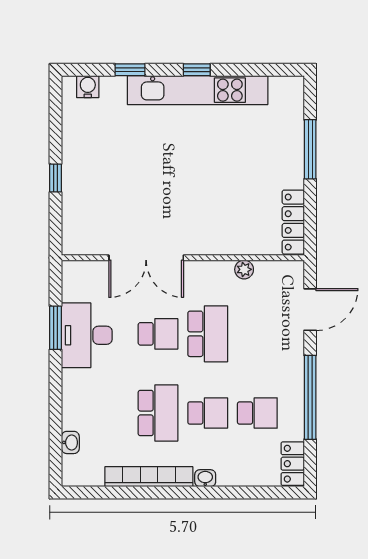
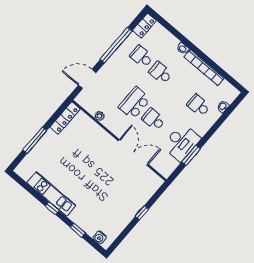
kitchen unit: (198, 90) -> (51, 194), width x0.73
school desk: (158, 413) -> (199, 105), moved, width x0.54

